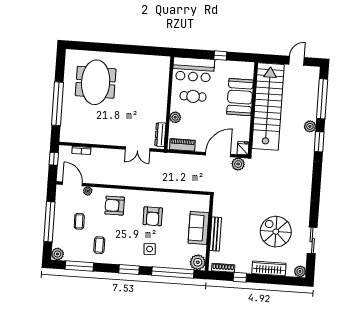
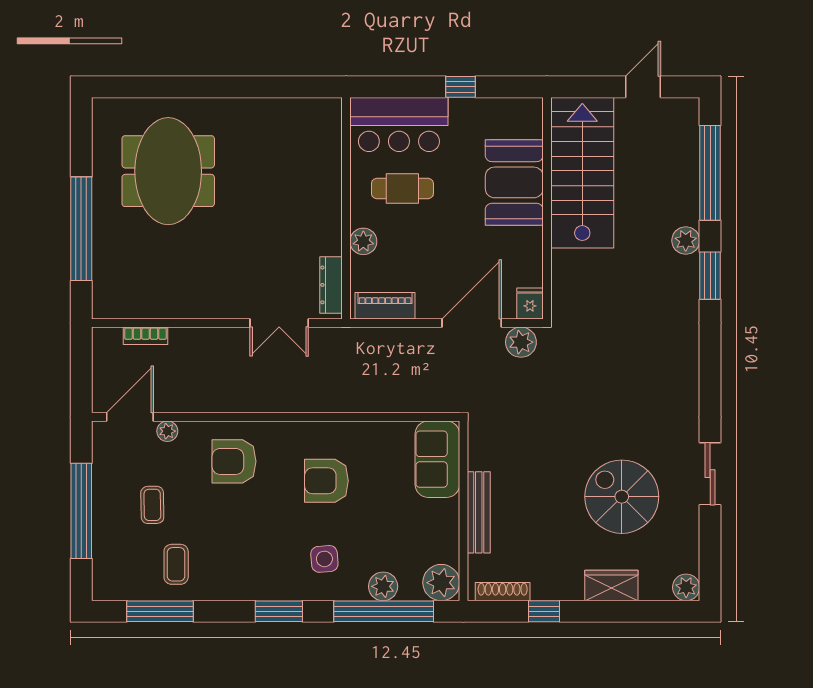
stairs: (268, 106) -> (582, 173), width x0.73
window: (54, 159) -> (81, 360), removed
door: (72, 184) -> (130, 417), hinge flipped
armchair: (153, 216) -> (326, 481), turned 90
sofa: (199, 228) -> (437, 459), moved
sliding door: (312, 240) -> (710, 474), moved
coffee table: (99, 245) -> (176, 564), moved
plant: (58, 254) -> (383, 586), moved
wardrobe: (269, 268) -> (611, 585), width x0.67

